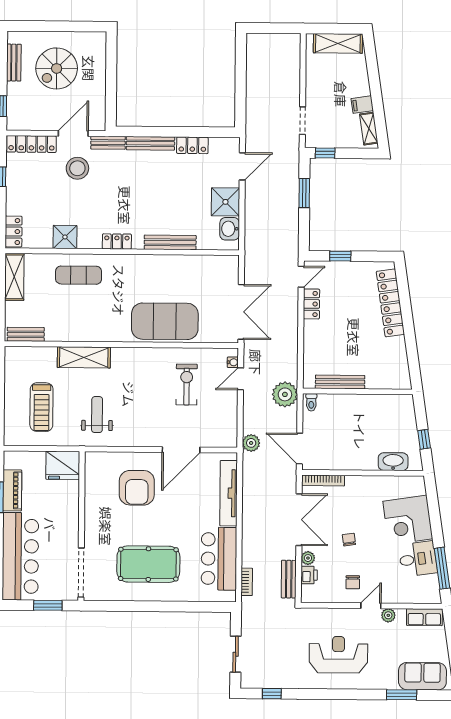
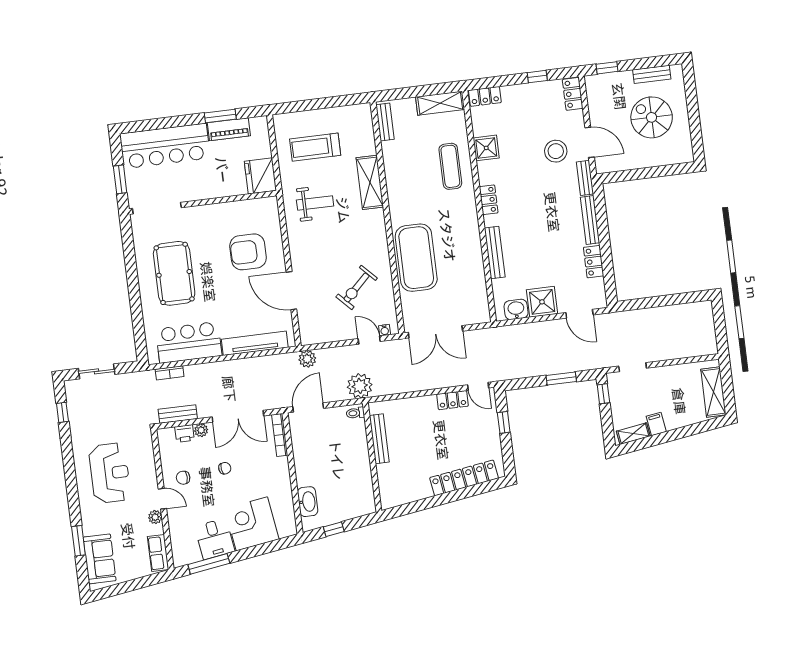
locker: (31, 144) -> (573, 94), width x0.66
exercise bike: (187, 384) -> (357, 287), turned 136

